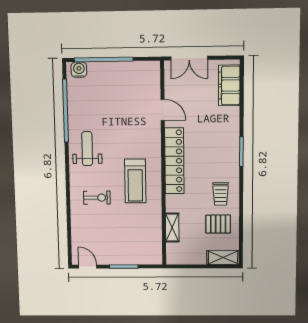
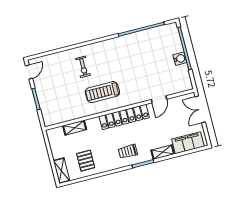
water cooler: (79, 70) -> (180, 59), moved
shelving: (233, 122) -> (163, 152), added
weight bench: (87, 149) -> (118, 51), removed
trolley: (221, 194) -> (128, 151), moved

